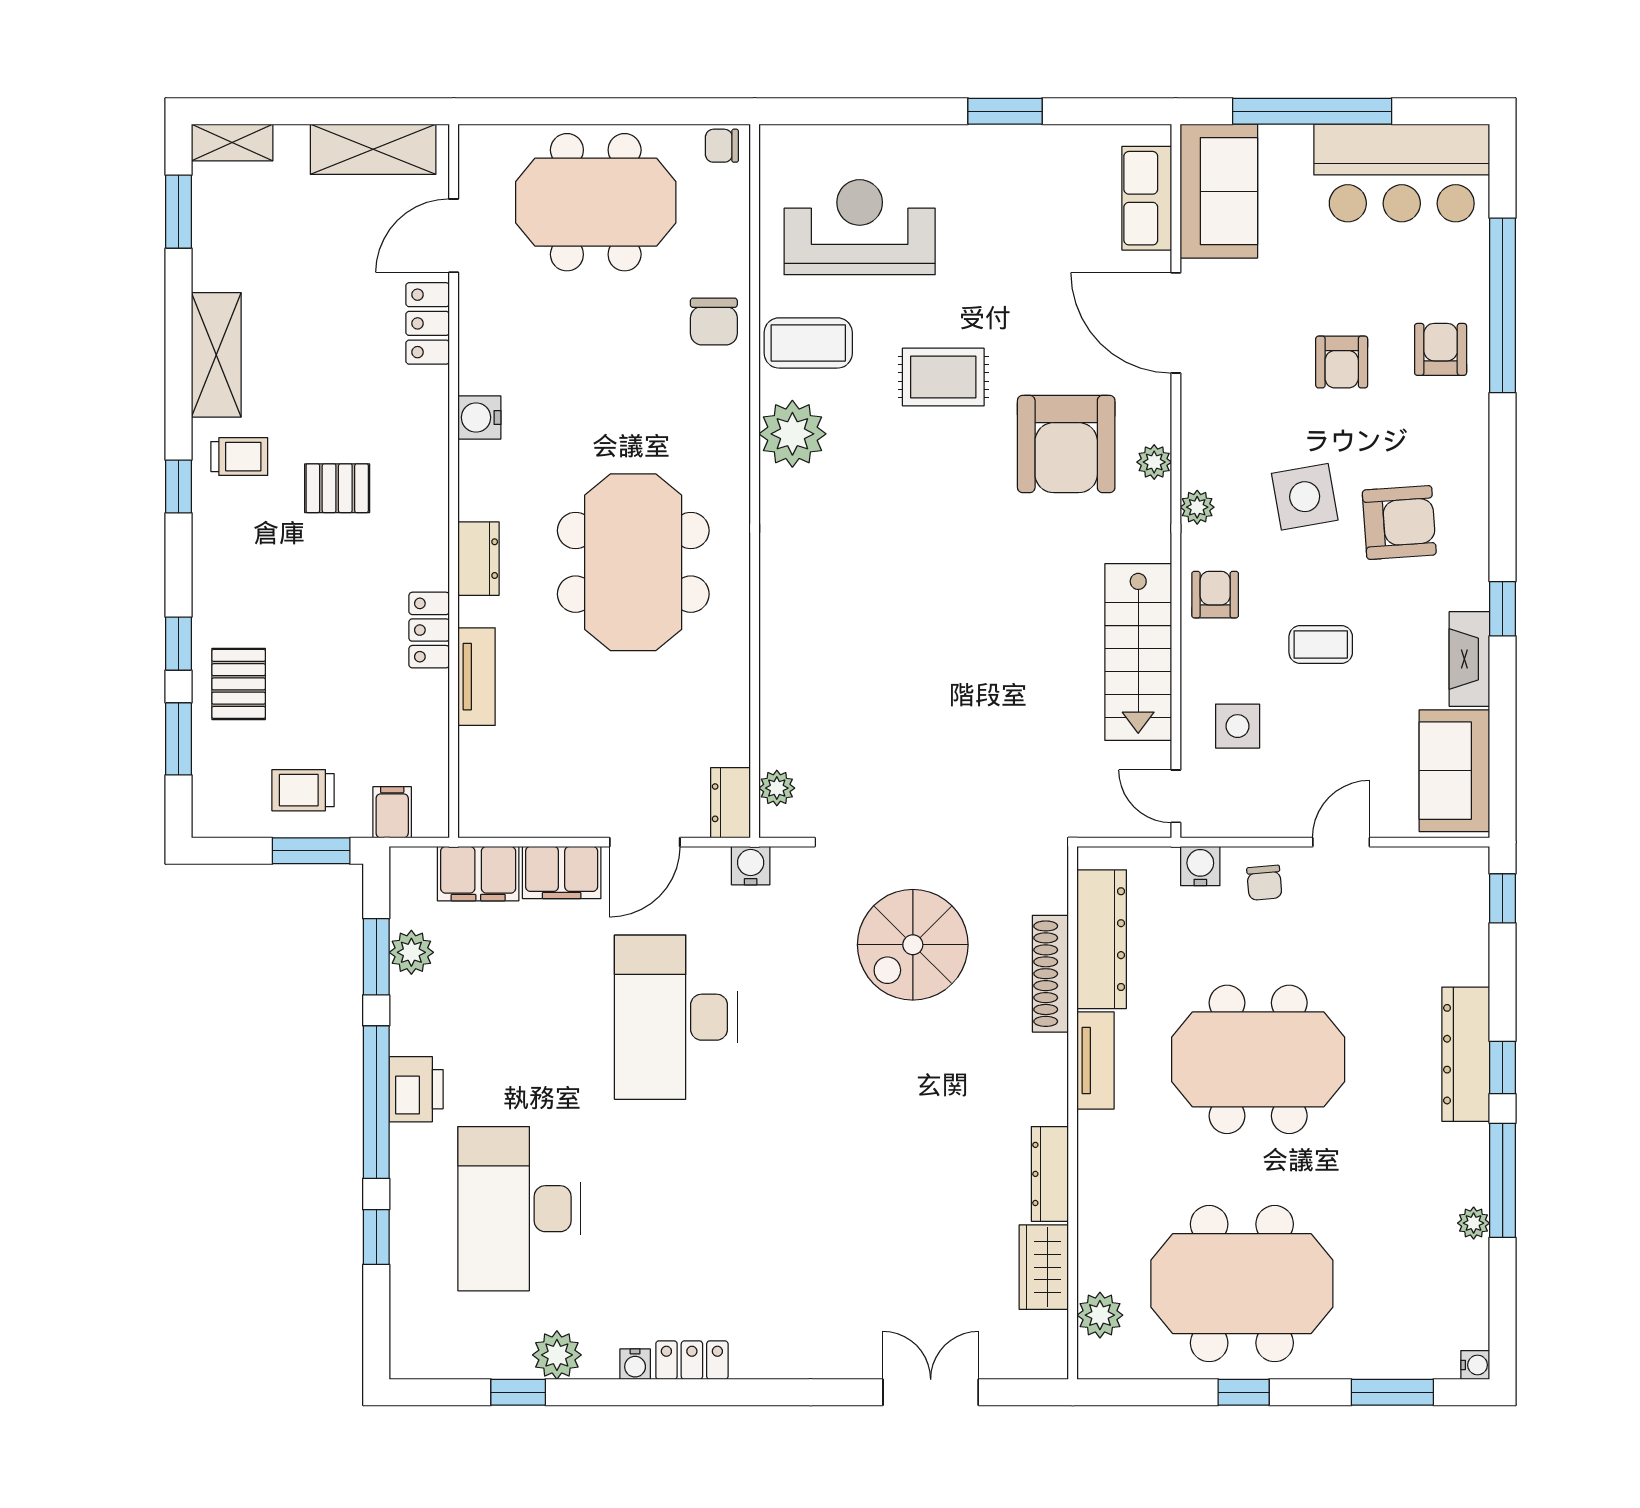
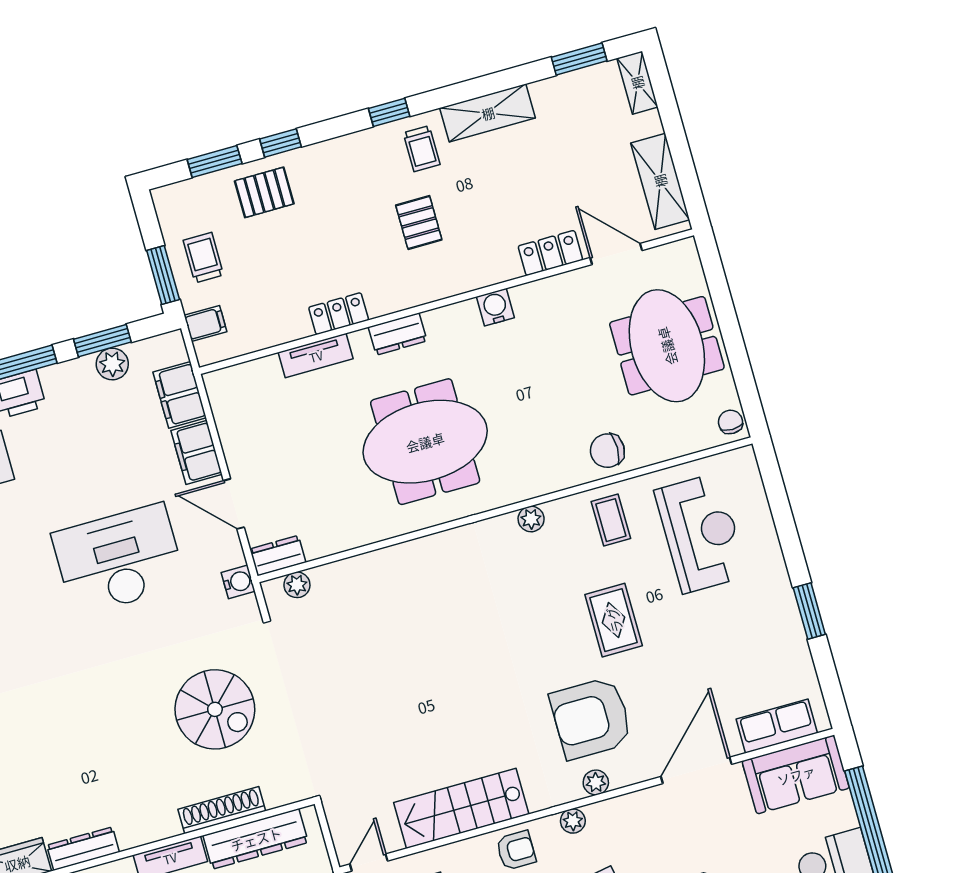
coffee table: (808, 343) -> (611, 520), width x0.73, depth x0.77
plant: (792, 434) -> (531, 519), width x0.53, depth x0.53
spiral stairs: (913, 945) -> (215, 709), turned 180

